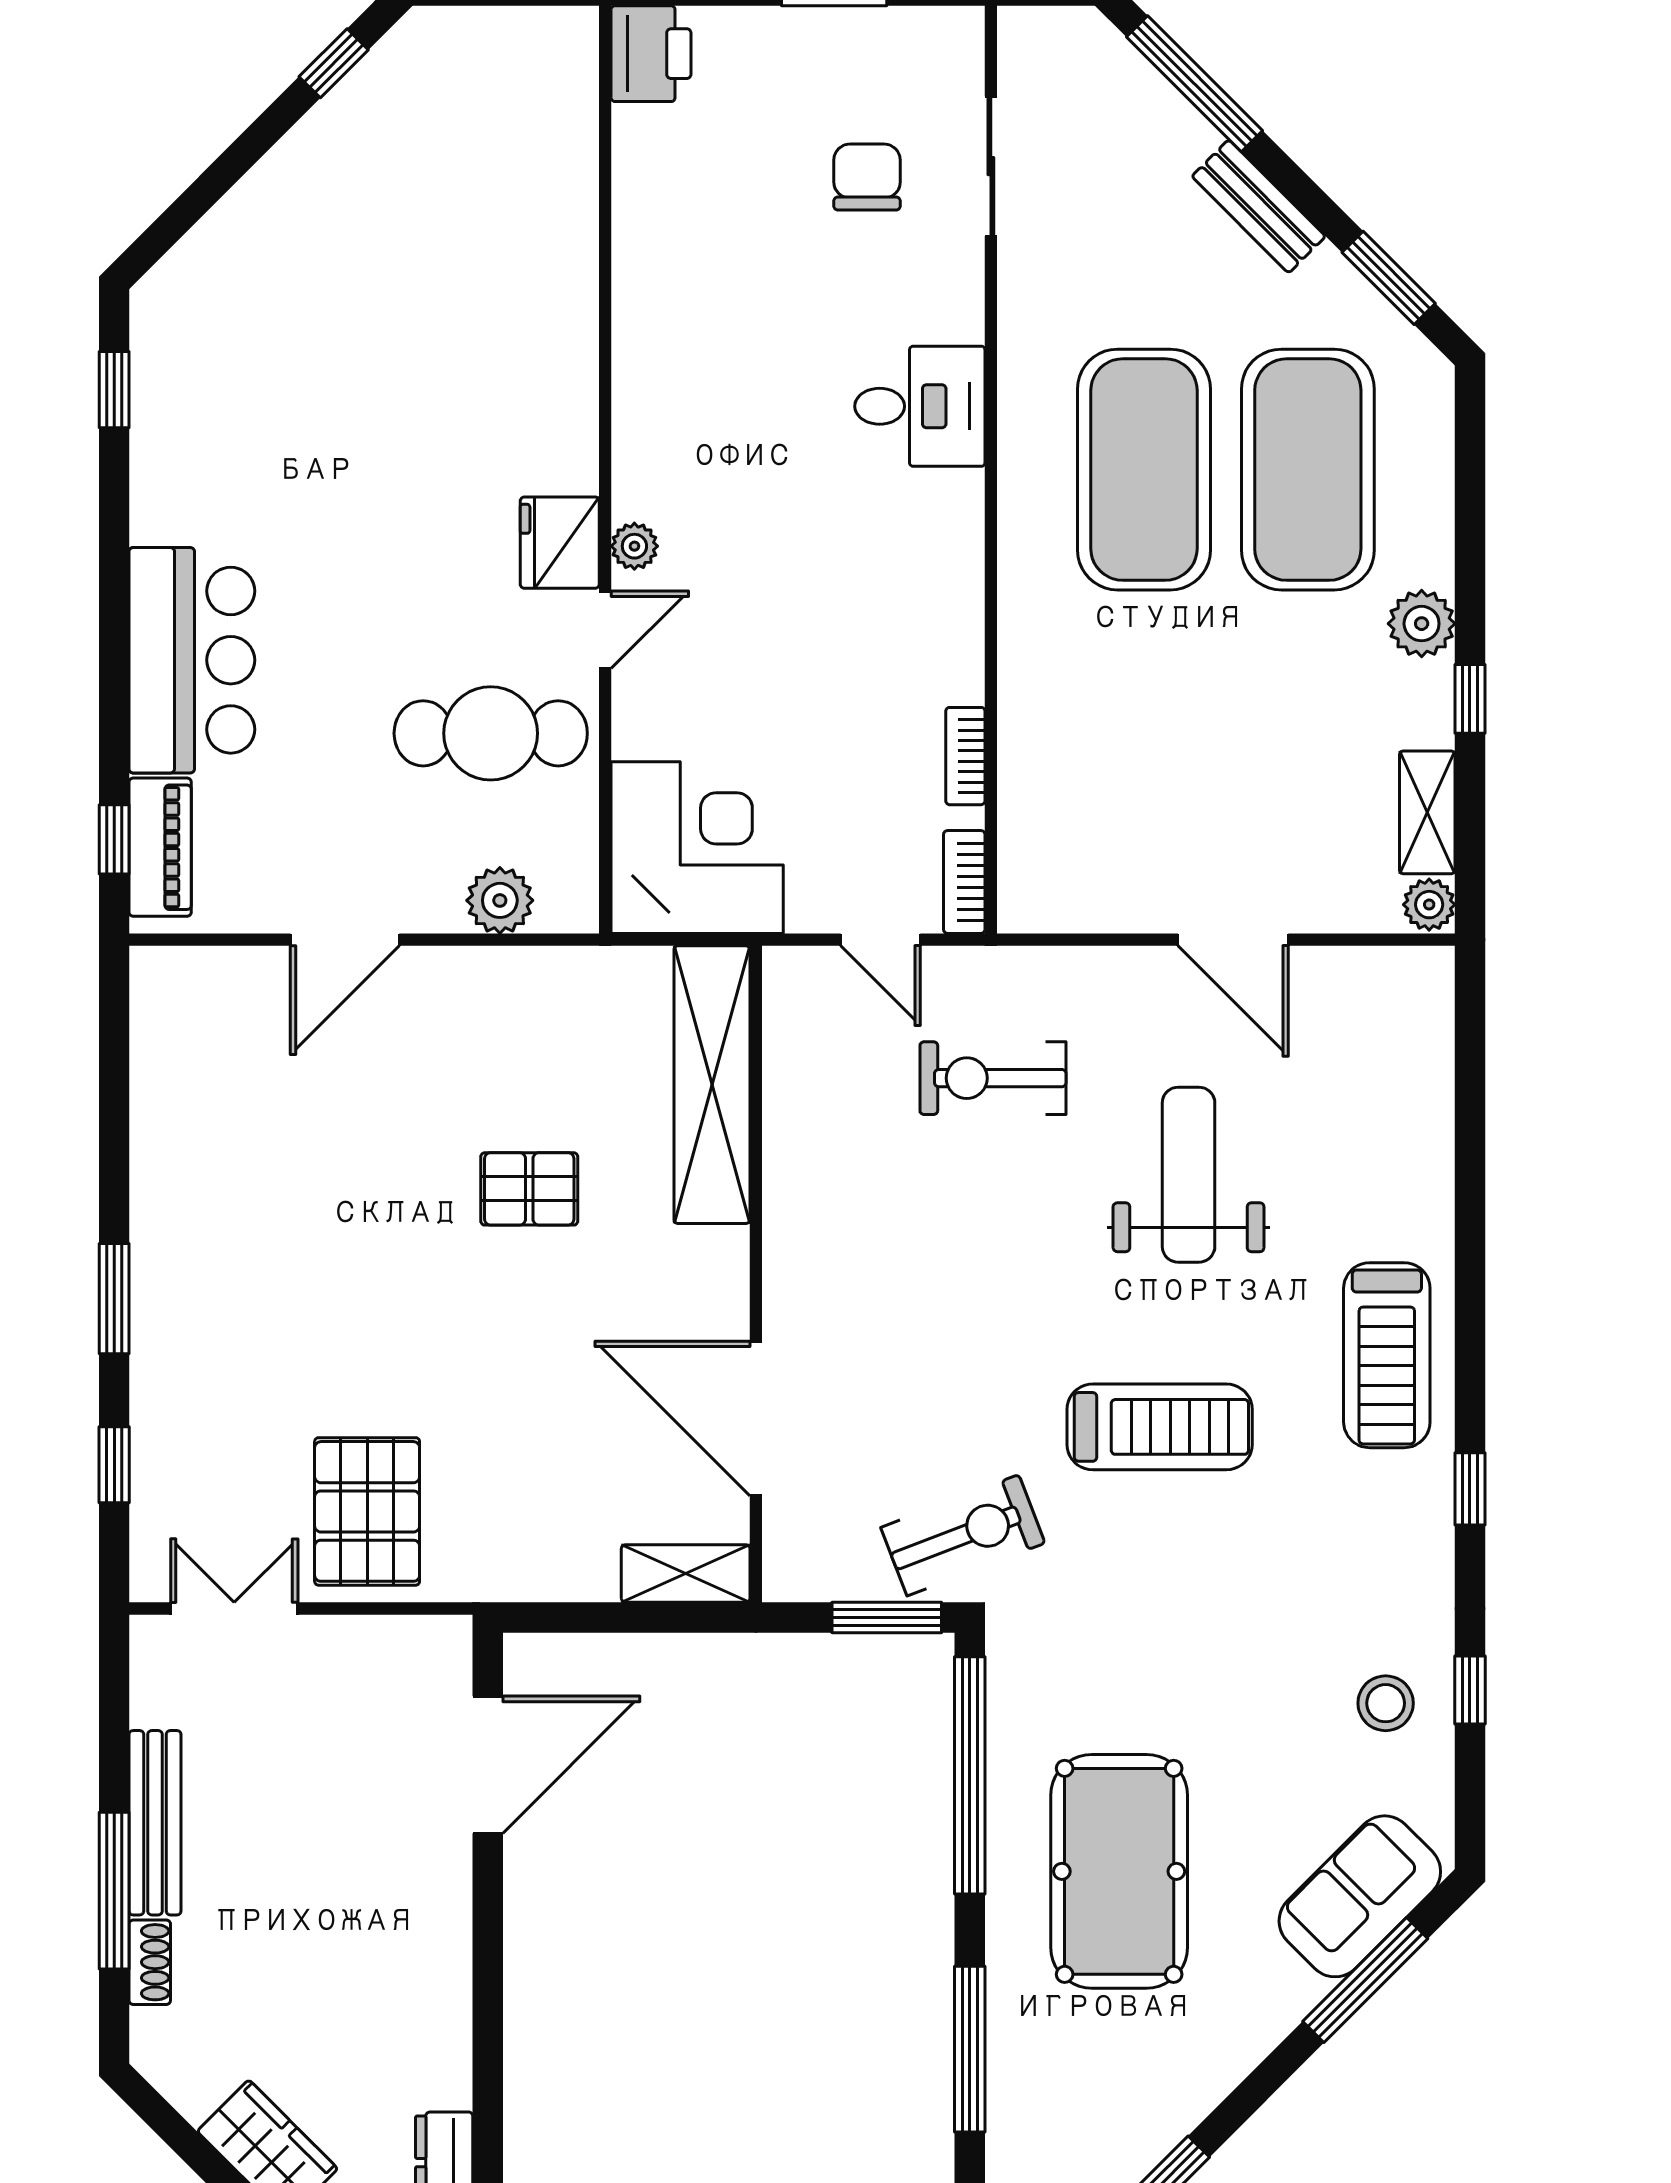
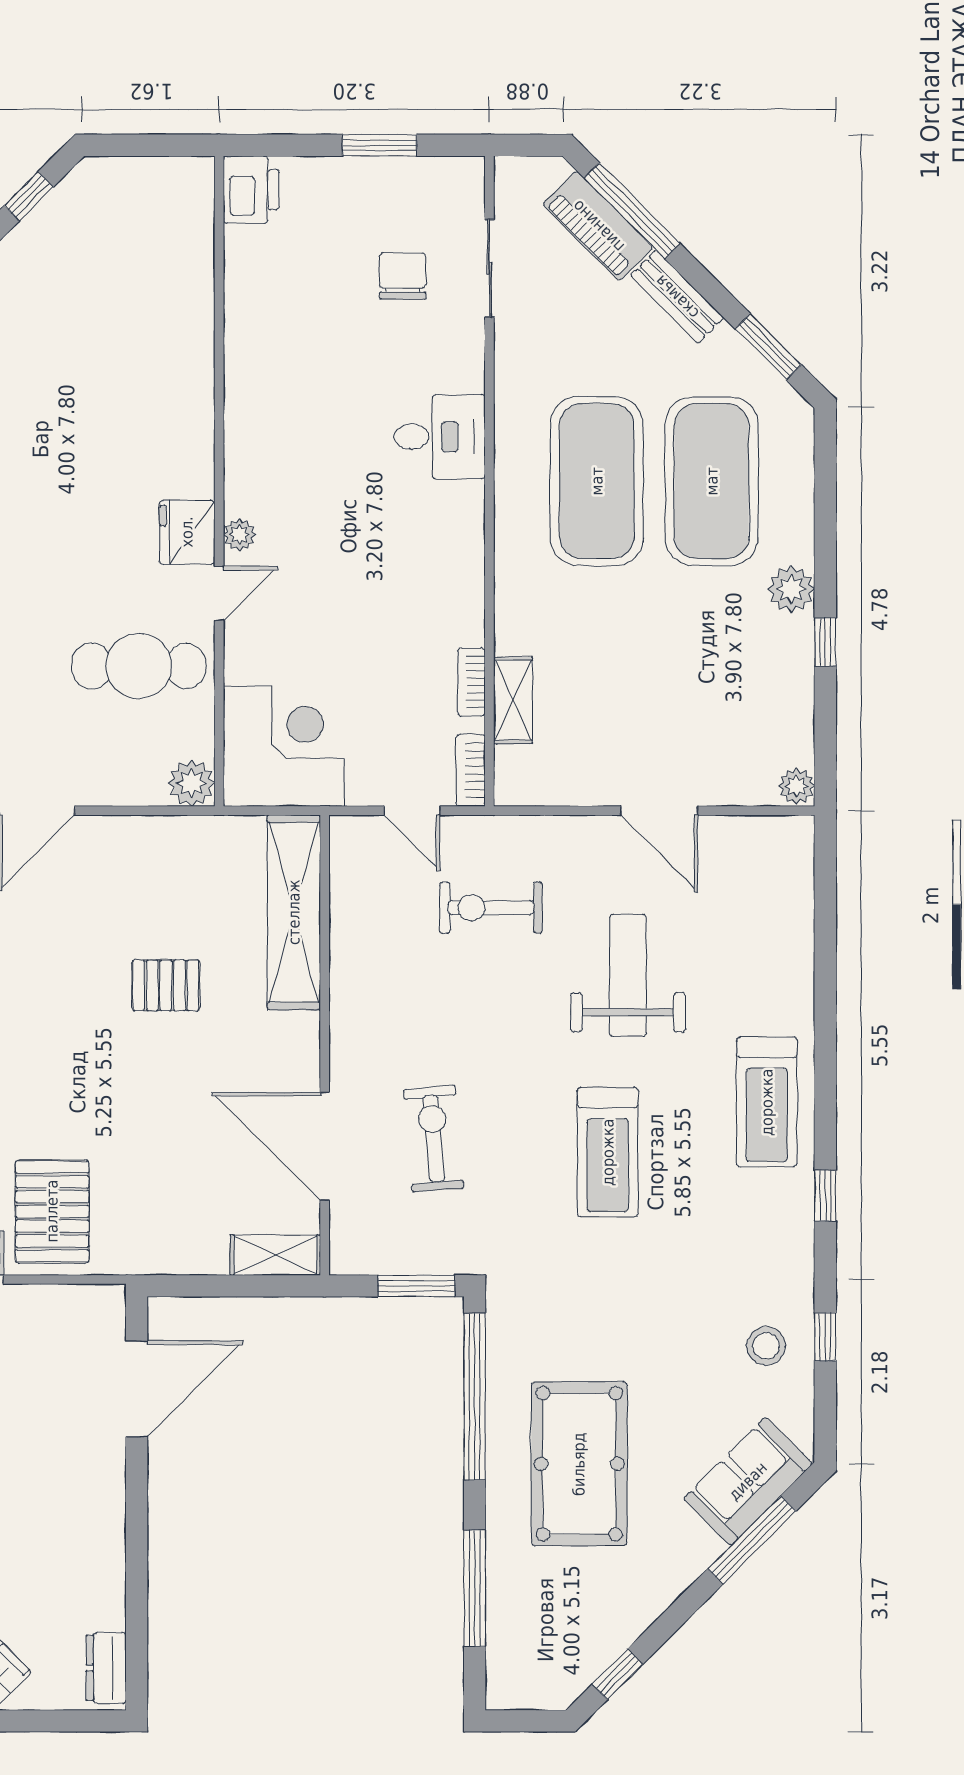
piano: (1146, 105) -> (598, 226), added
shelving: (1427, 812) -> (513, 700), moved
plant: (500, 900) -> (192, 783), moved
treadmill: (1160, 1427) -> (608, 1152), turned 90
exercise bike: (963, 1535) -> (434, 1139), moved, turned -74

